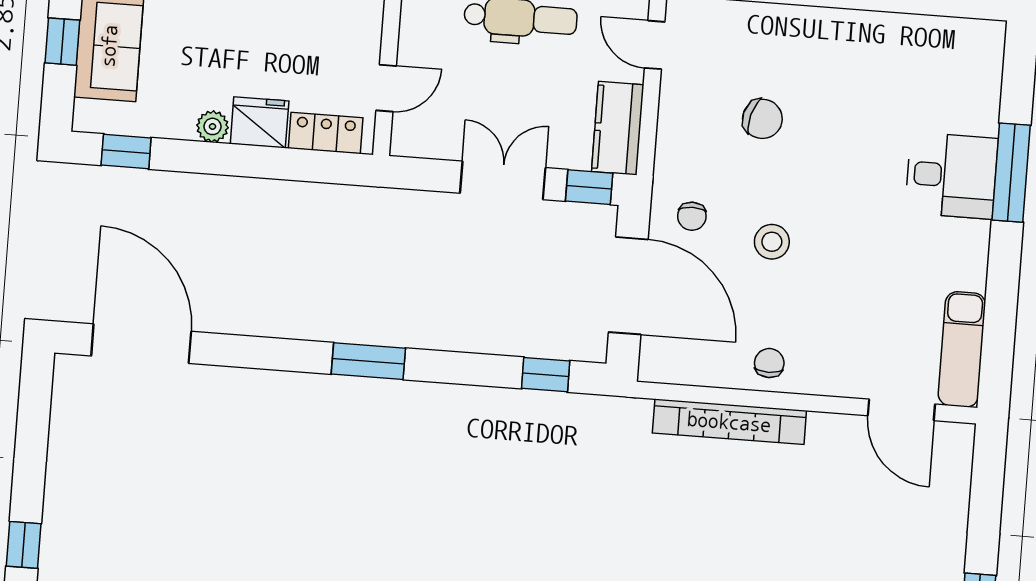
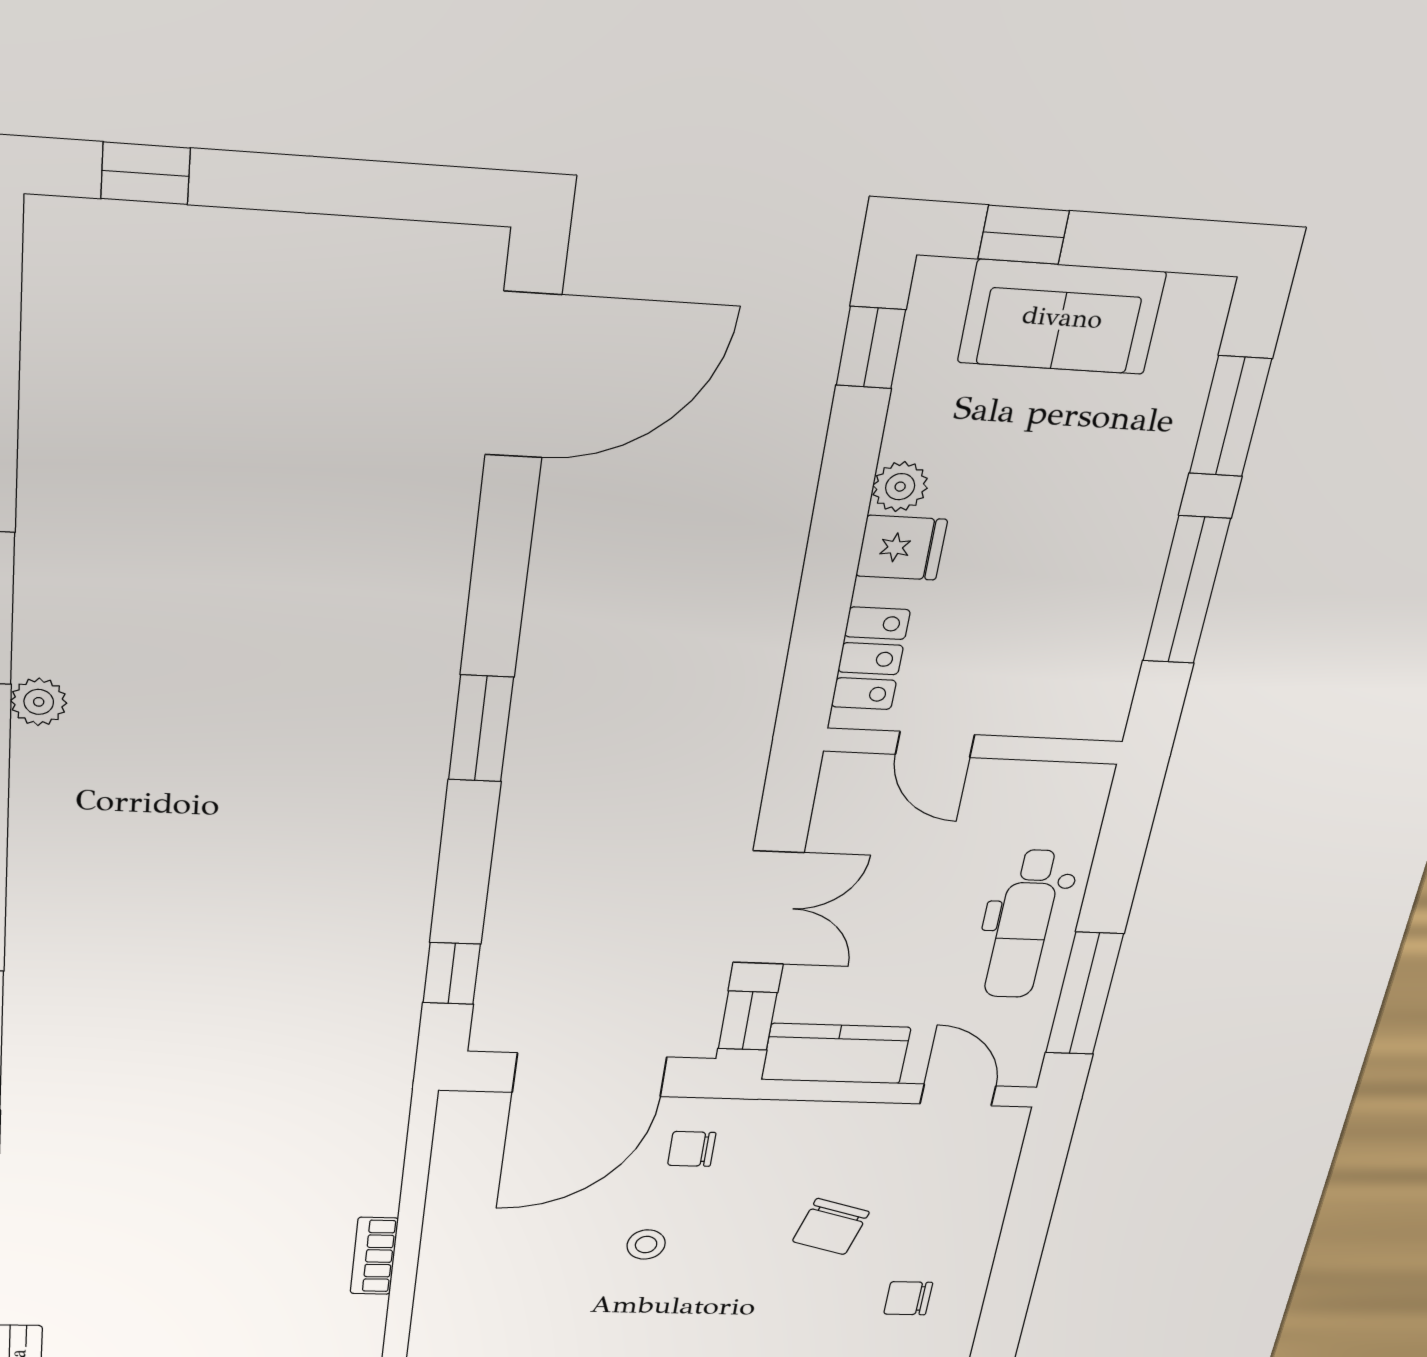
window: (62, 42) -> (1024, 235), moved
door: (655, 45) -> (958, 1095), hinge flipped
fridge: (260, 122) -> (902, 548), width x0.72
stool: (772, 242) -> (646, 1245), width x0.73, depth x0.73
chair: (769, 363) -> (908, 1298), moved, turned 180
bookcase: (729, 422) -> (374, 1256), width x0.43, depth x0.76

